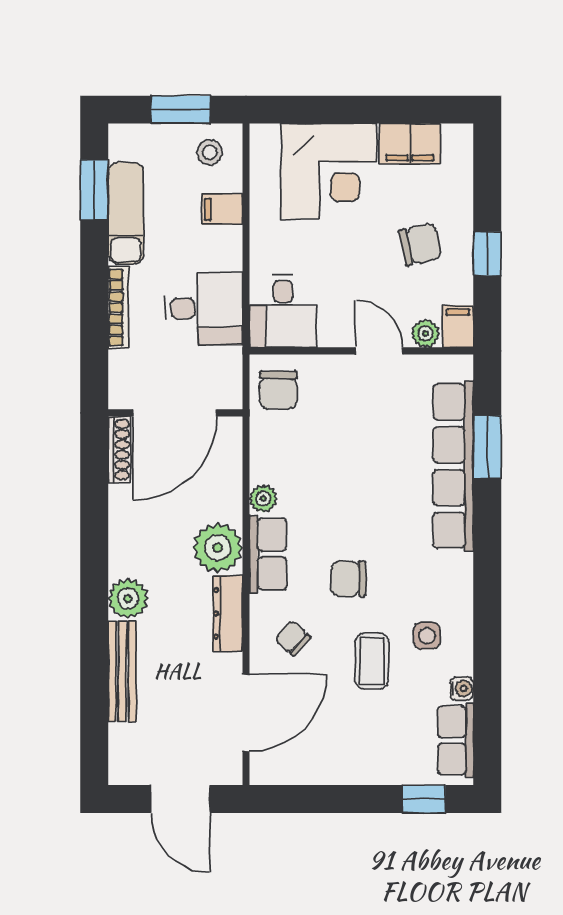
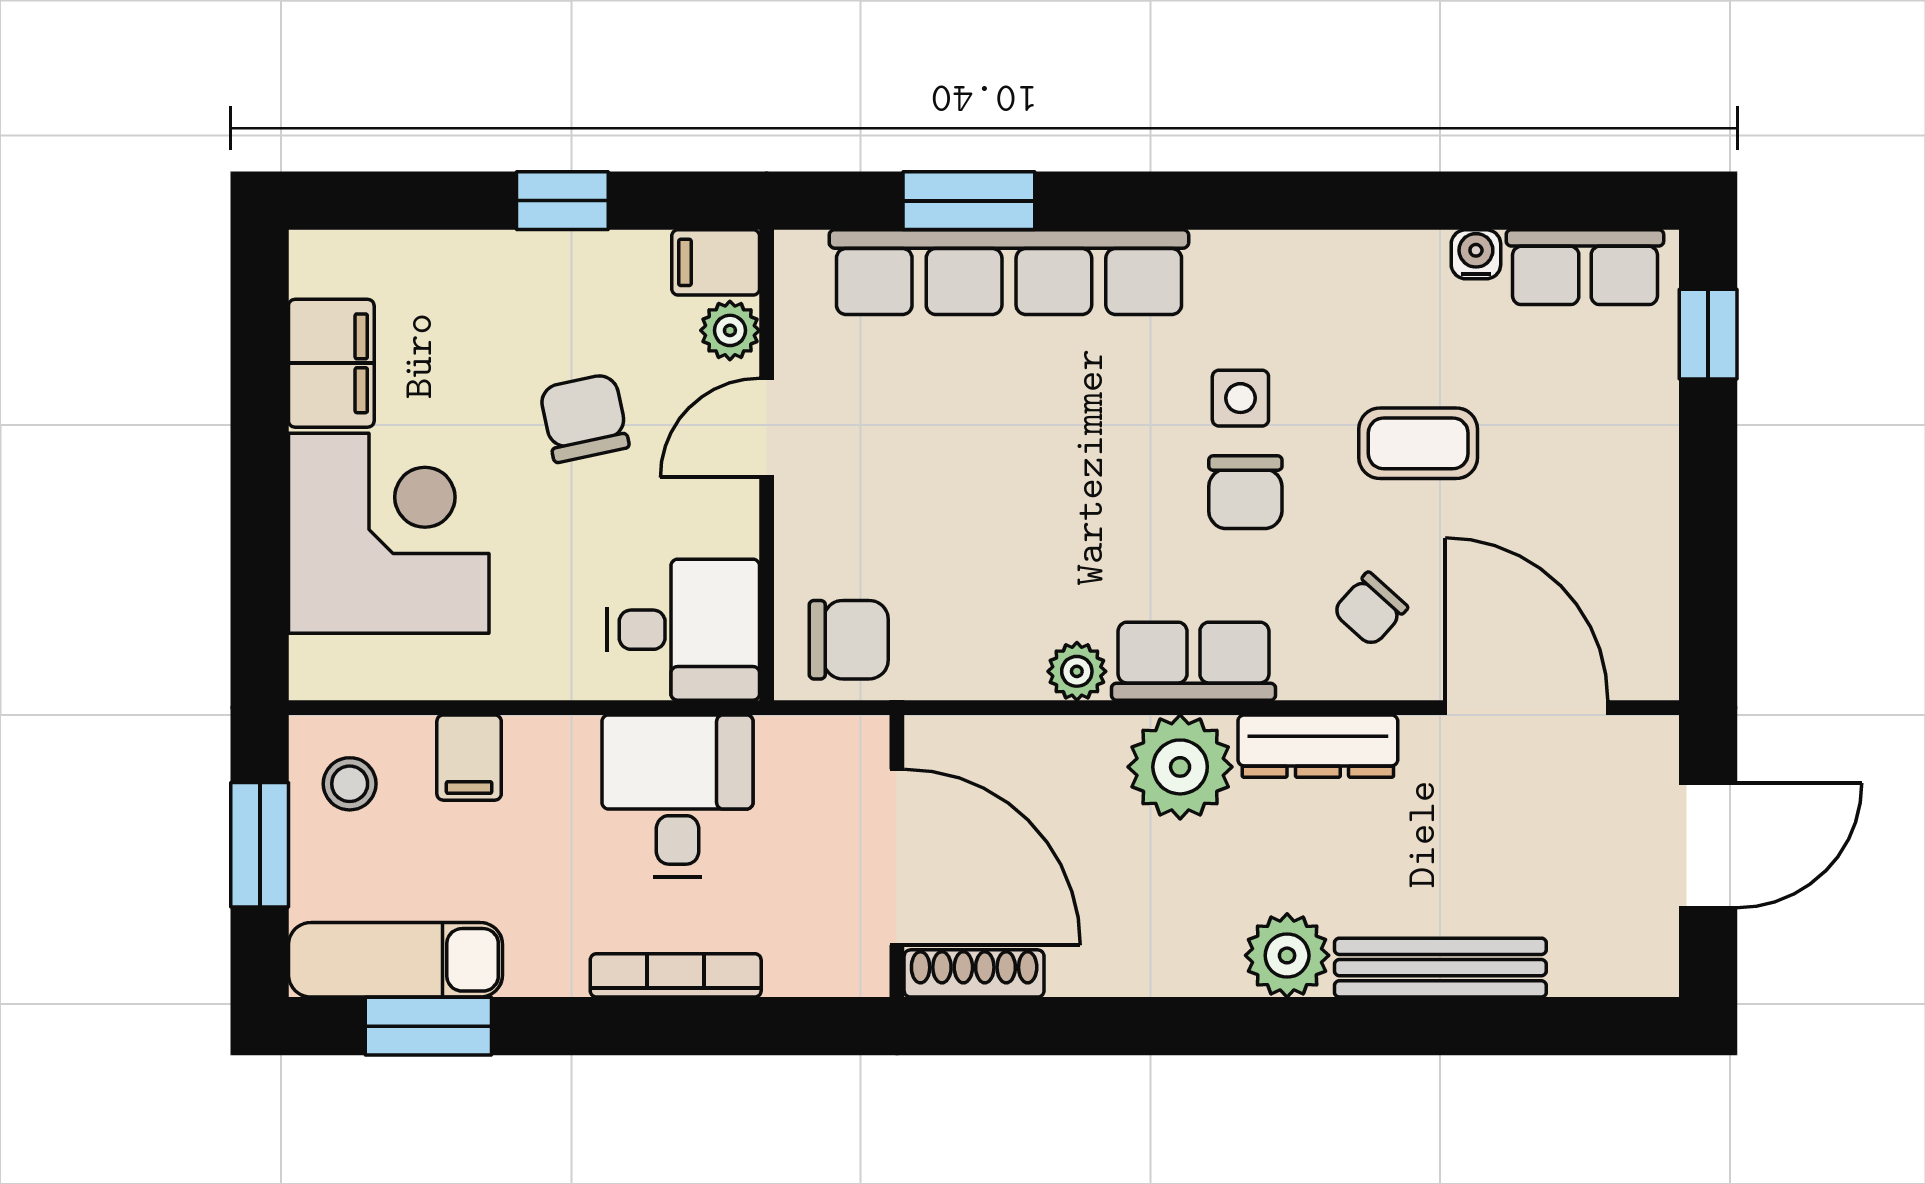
exam couch: (126, 213) -> (396, 960), moved
chair: (420, 244) -> (584, 418), moved
side table: (427, 636) -> (1240, 398), moved

